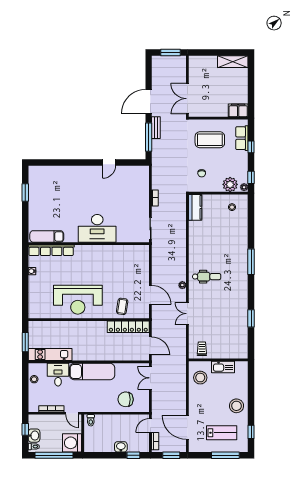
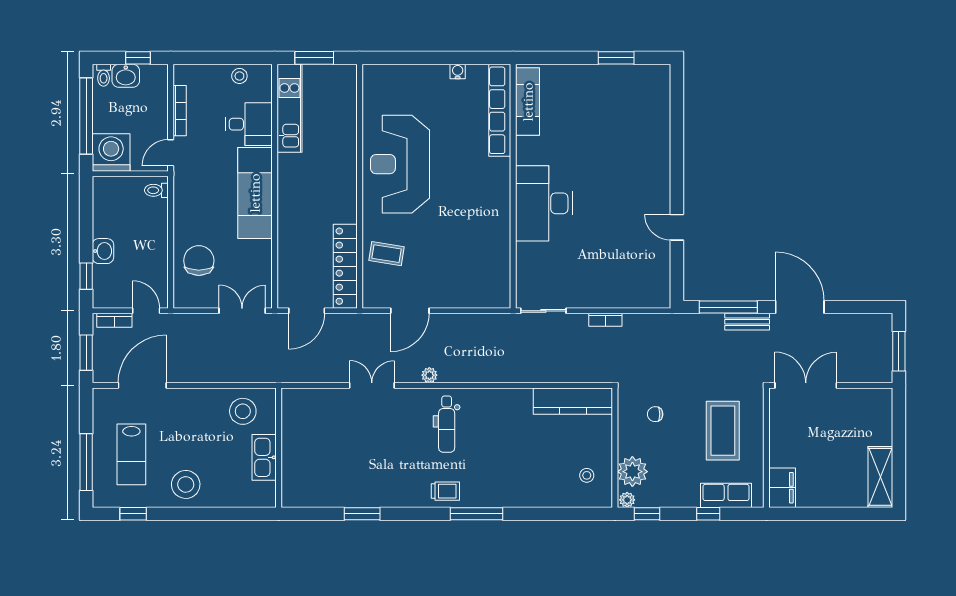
kitchen counter: (195, 207) -> (573, 401), width x1.50
trolley: (202, 349) -> (445, 491), moved

